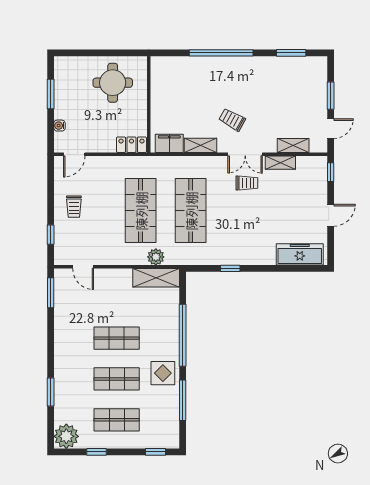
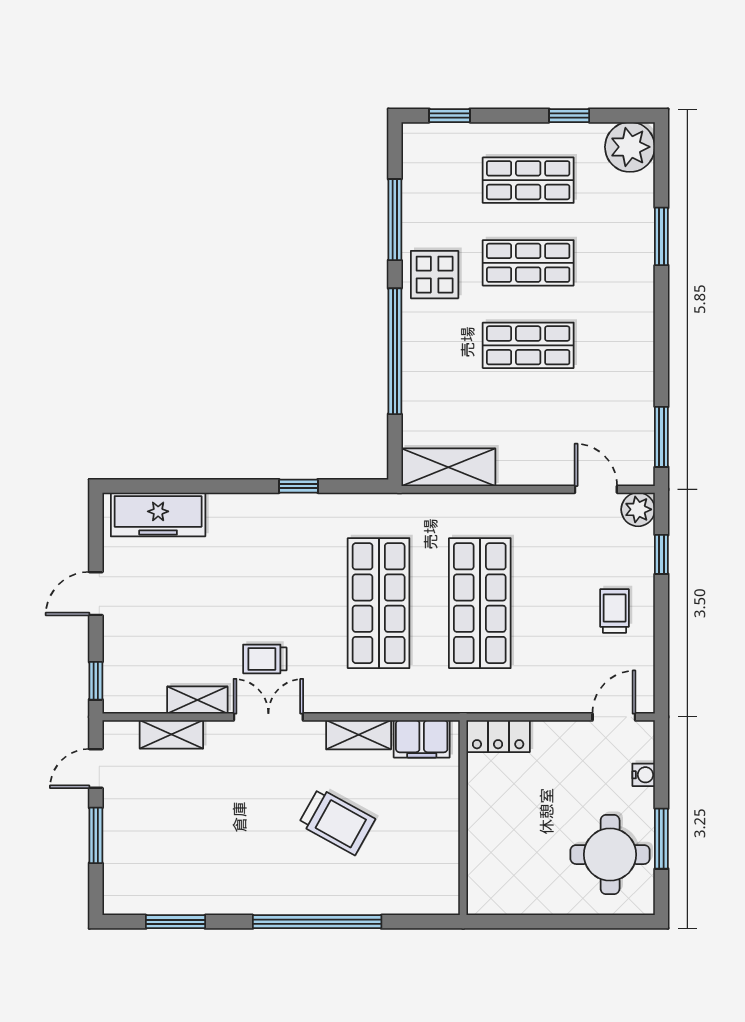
round table: (113, 83) -> (610, 855), moved
trolley: (232, 120) -> (337, 822), moved, width x1.36, depth x1.39
plant: (156, 257) -> (638, 509), moved

